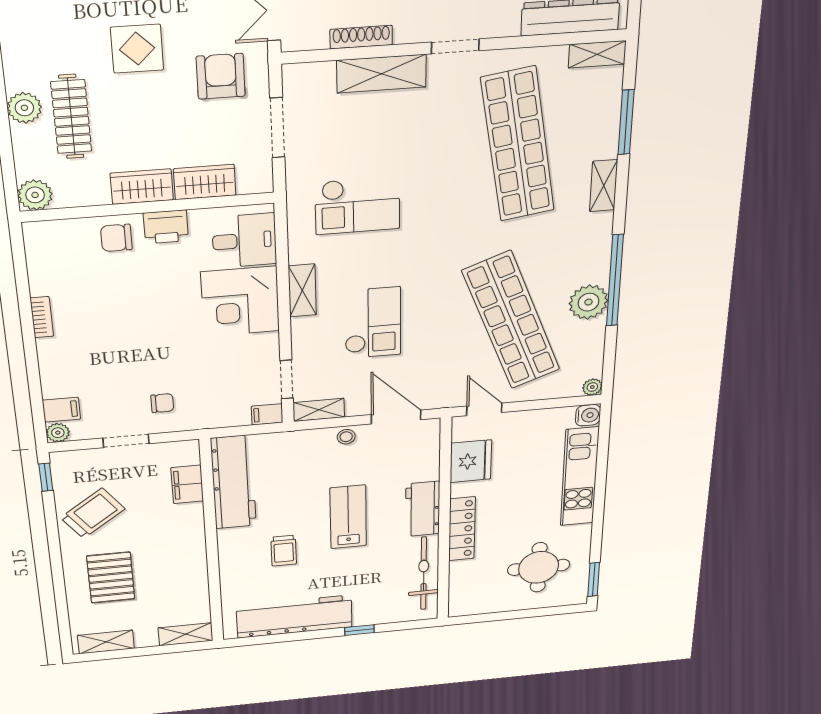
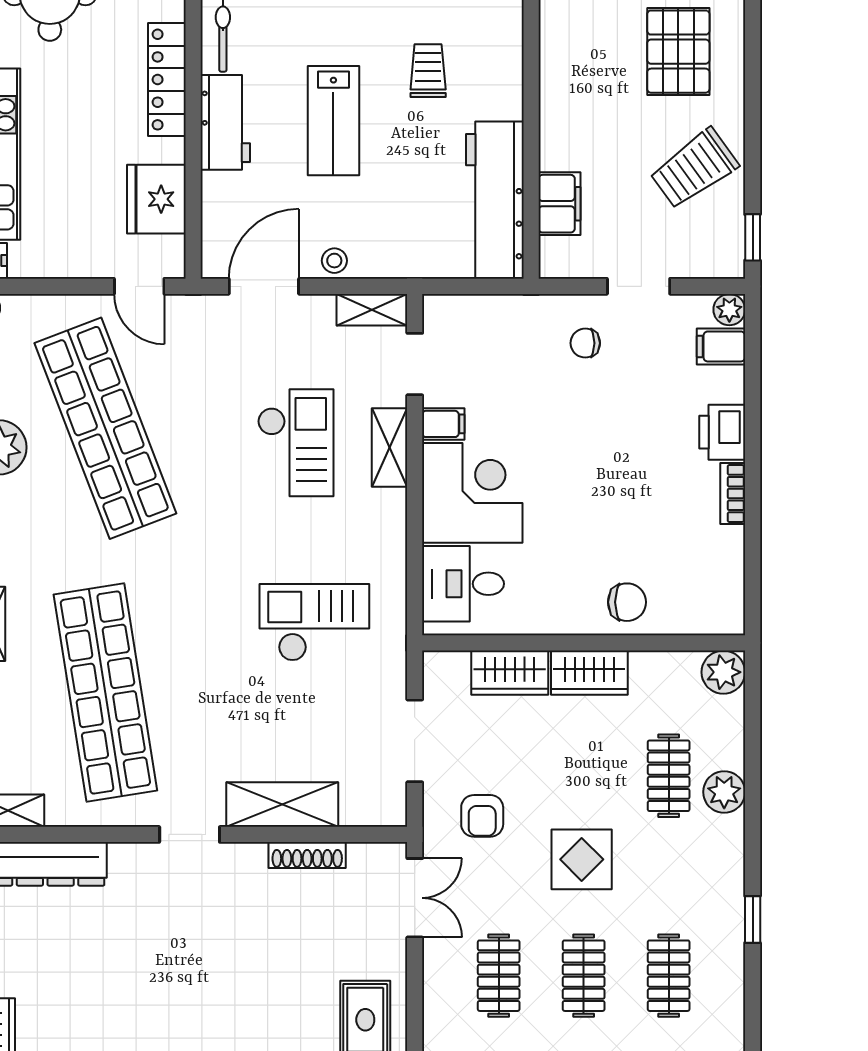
armchair: (221, 76) -> (482, 816), width x0.72, depth x0.72
clothes rail: (71, 117) -> (669, 776), width x0.73
printer: (166, 227) -> (722, 432), moved, turned -90
shelving: (302, 290) -> (389, 448), moved
checkout: (373, 323) -> (296, 443), turned 180
filing cabinet: (267, 414) -> (443, 424), moved
door: (396, 417) -> (264, 286), swing flipped

